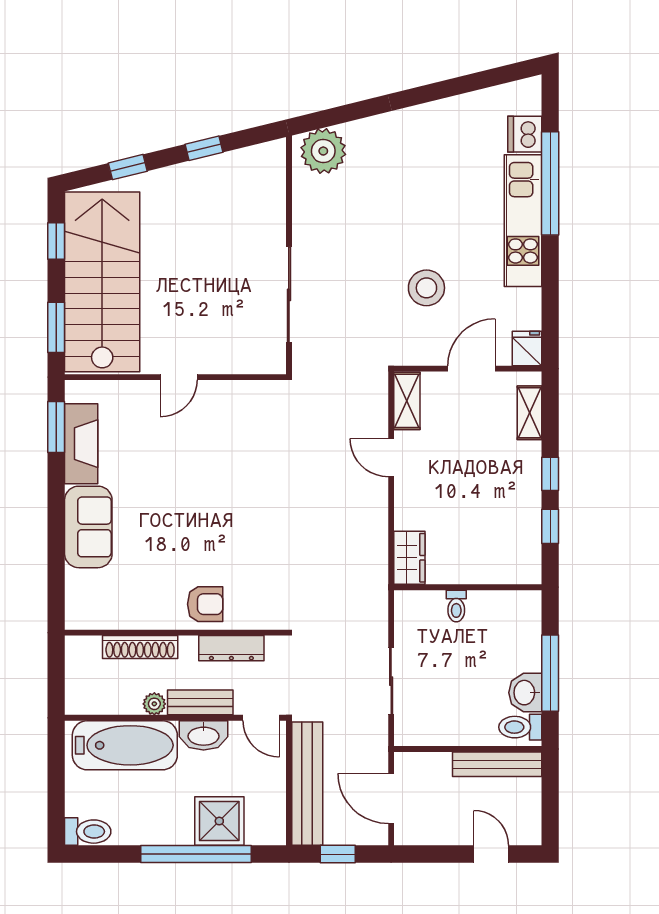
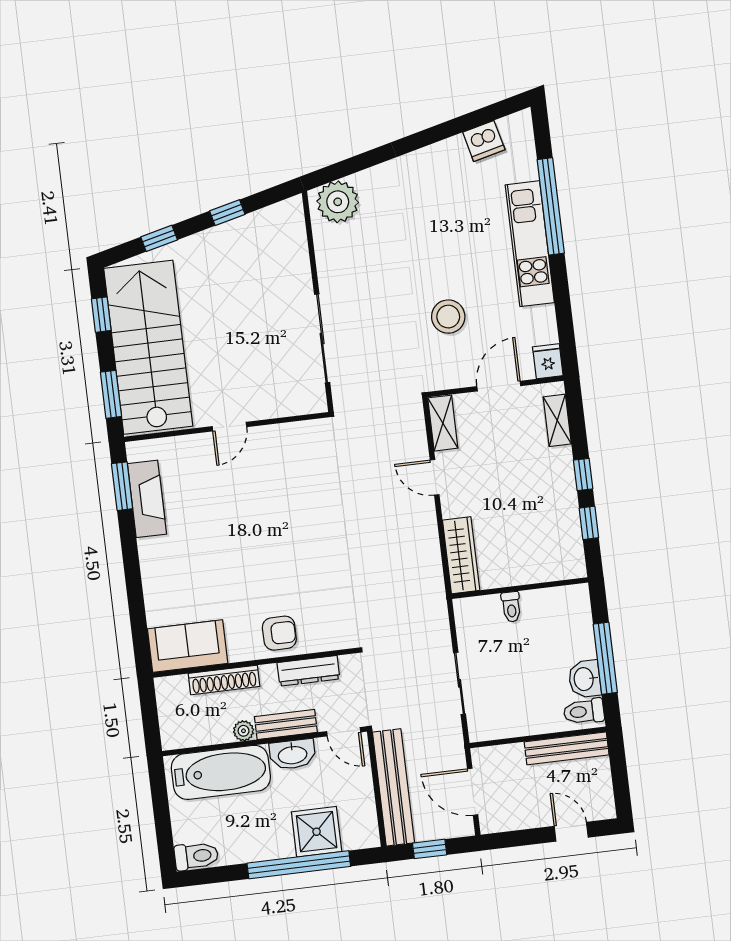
dishwasher: (525, 134) -> (484, 141), moved, turned -104
sofa: (88, 527) -> (188, 646), moved, turned -90
wardrobe: (409, 558) -> (461, 555), width x1.50

